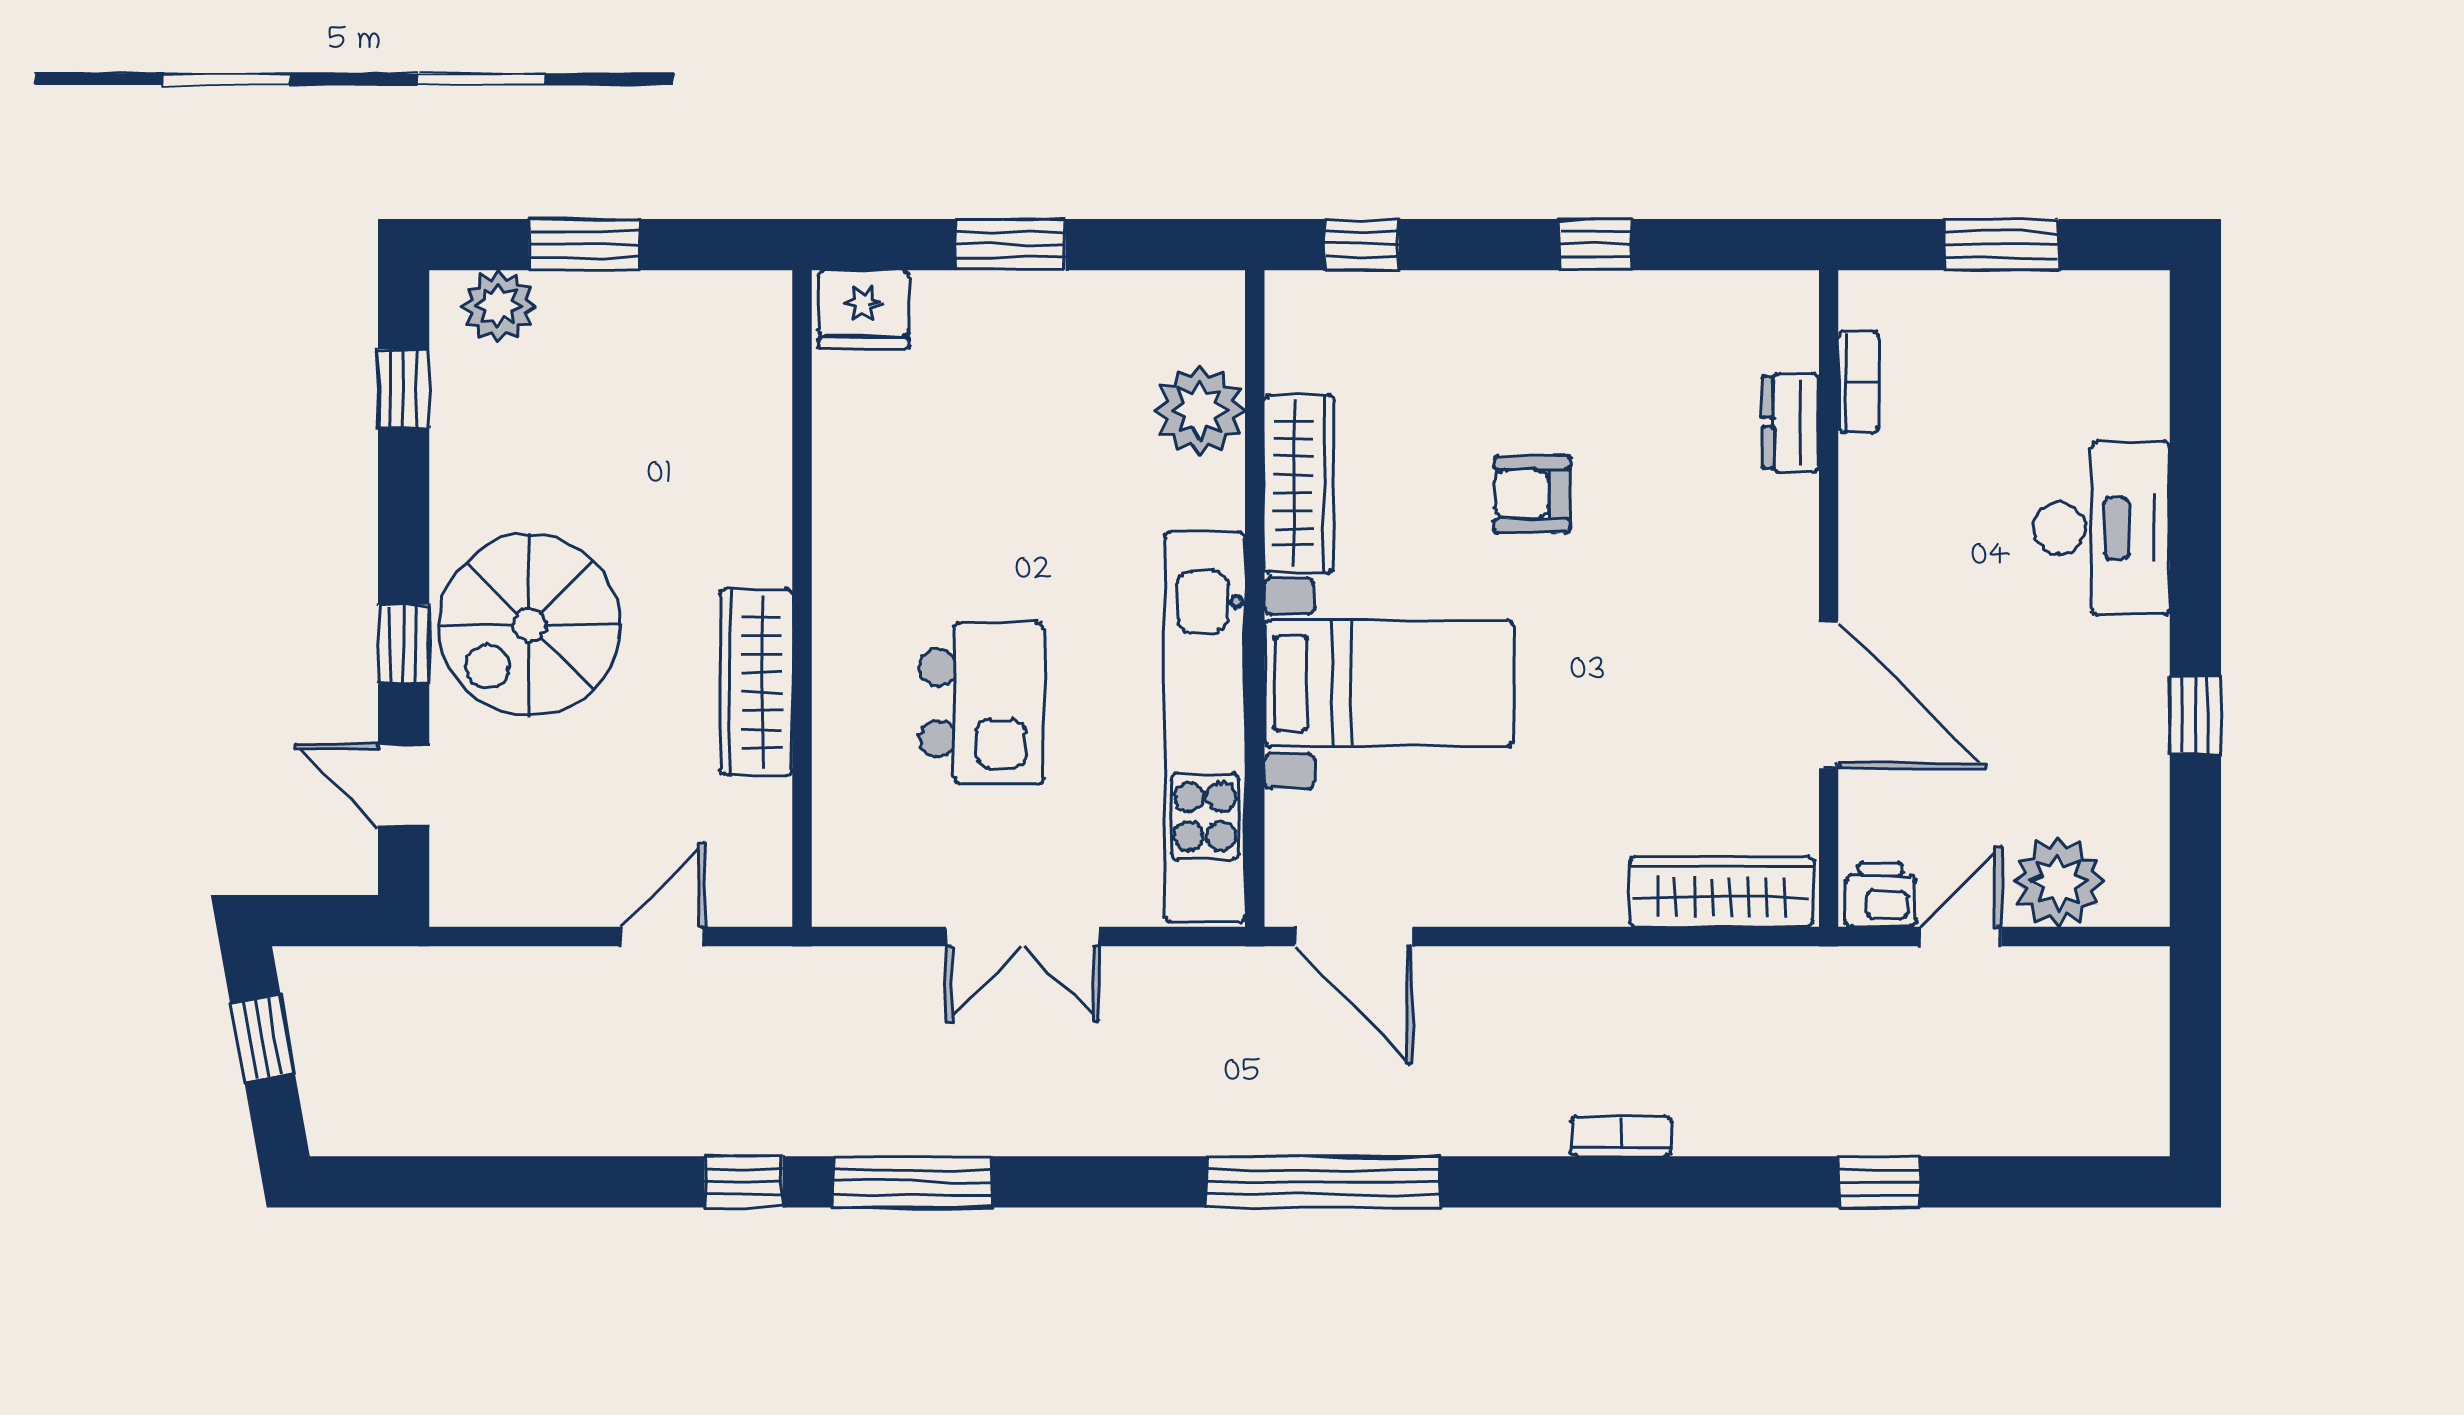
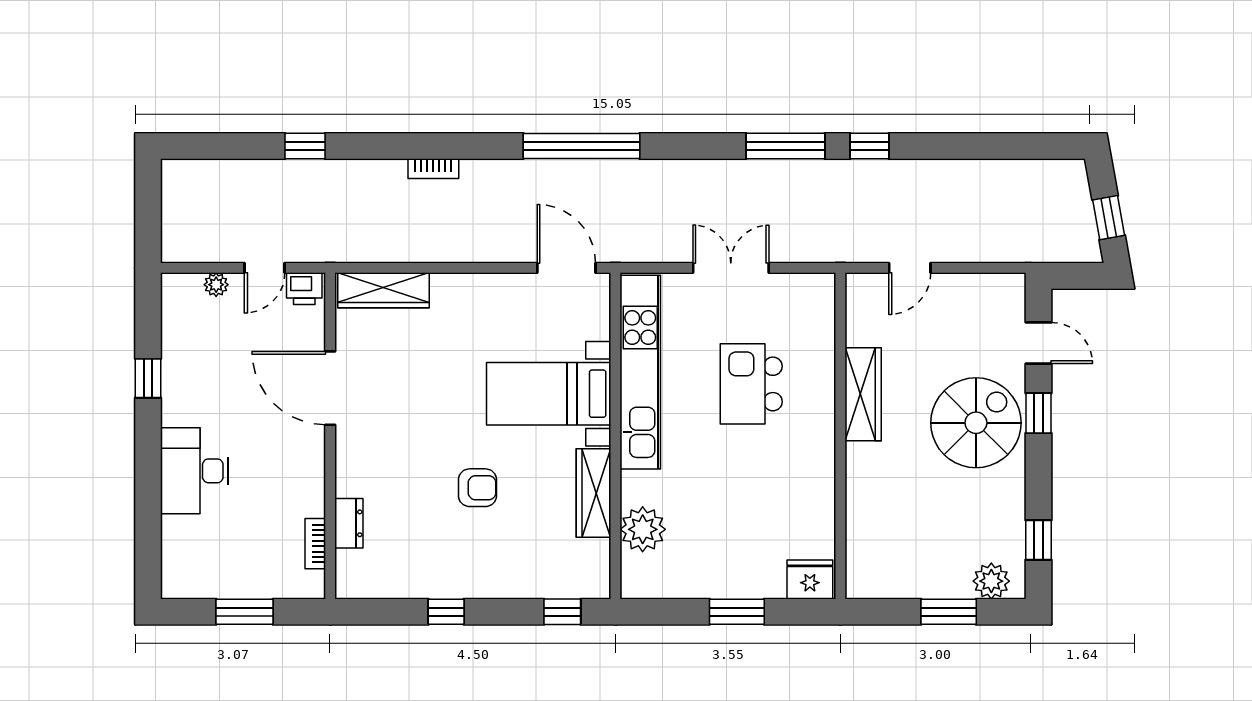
plant: (2058, 882) -> (216, 285), width x0.53, depth x0.53

